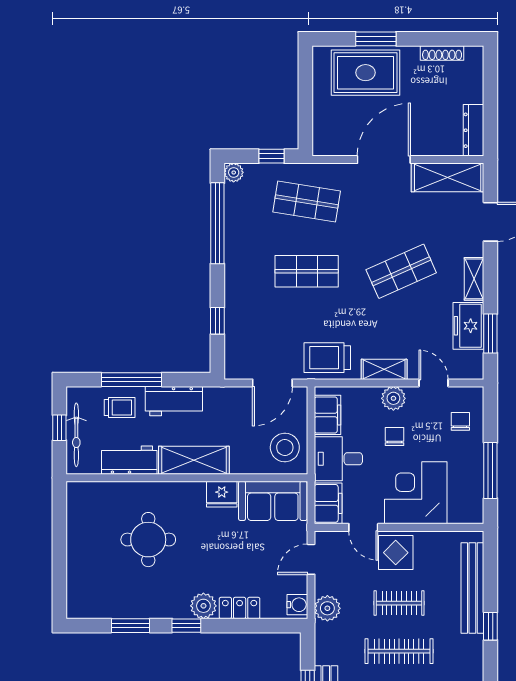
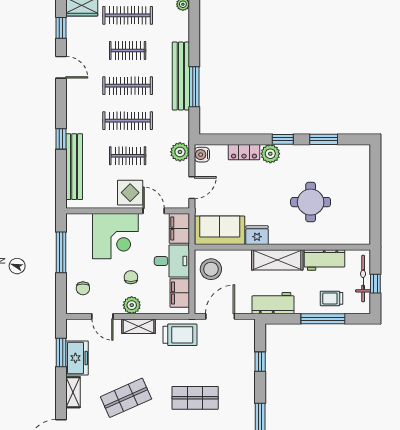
workbench: (174, 401) -> (273, 303), moved
chair: (395, 437) -> (131, 277), turned 180

